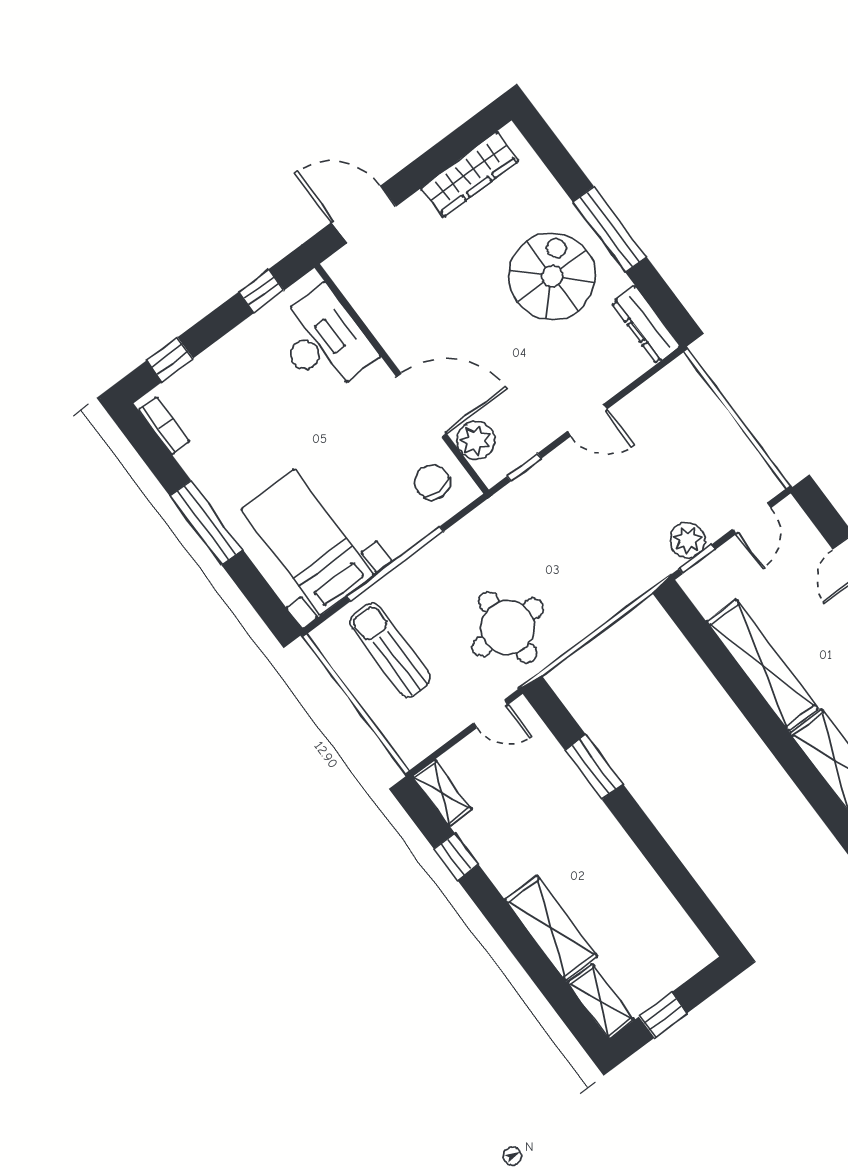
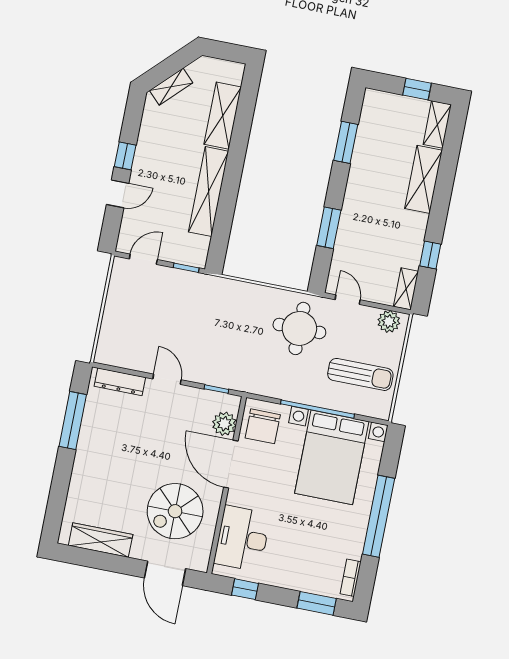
window: (610, 229) -> (73, 421), moved
spiral stairs: (552, 276) -> (175, 511), moved
dresser: (646, 325) -> (120, 382), moved, turned 90
window: (170, 359) -> (317, 603), width x1.50
chair: (432, 482) -> (263, 426), width x1.37, depth x1.37
window: (206, 523) -> (379, 516), width x1.46
plant: (688, 540) -> (389, 321), moved
bed with nightstands: (307, 542) -> (332, 457), width x1.36
sun lounger: (390, 650) -> (360, 374), turned -90
window: (676, 876) -> (346, 142), added

